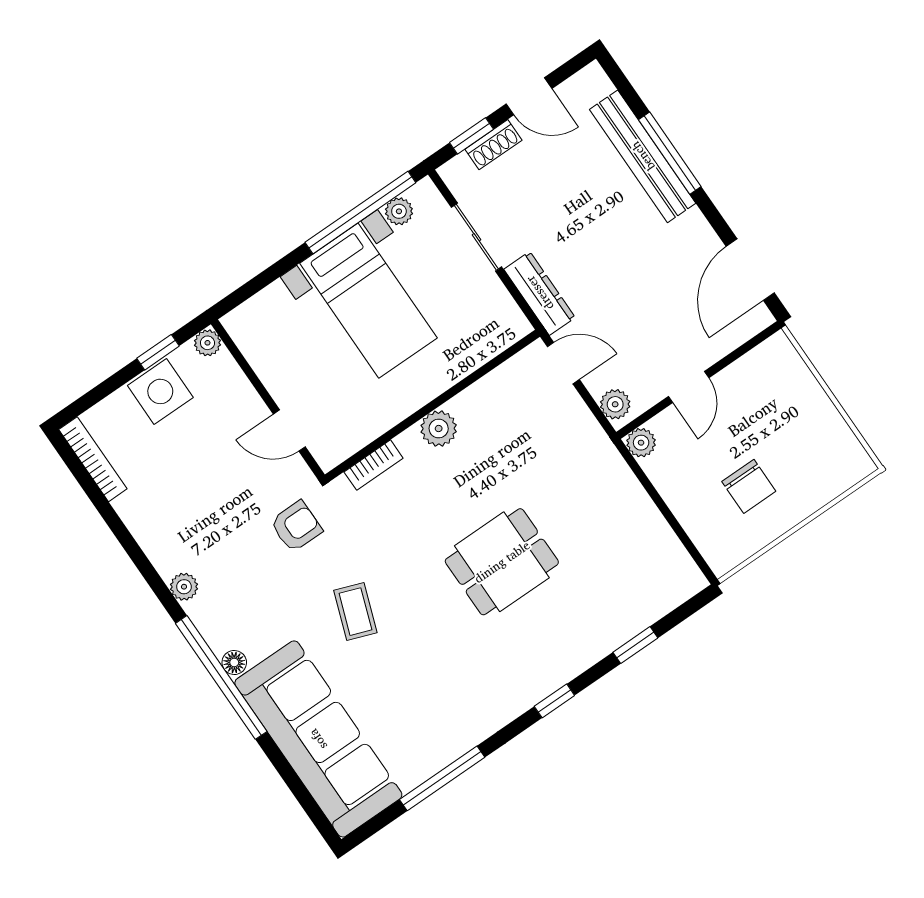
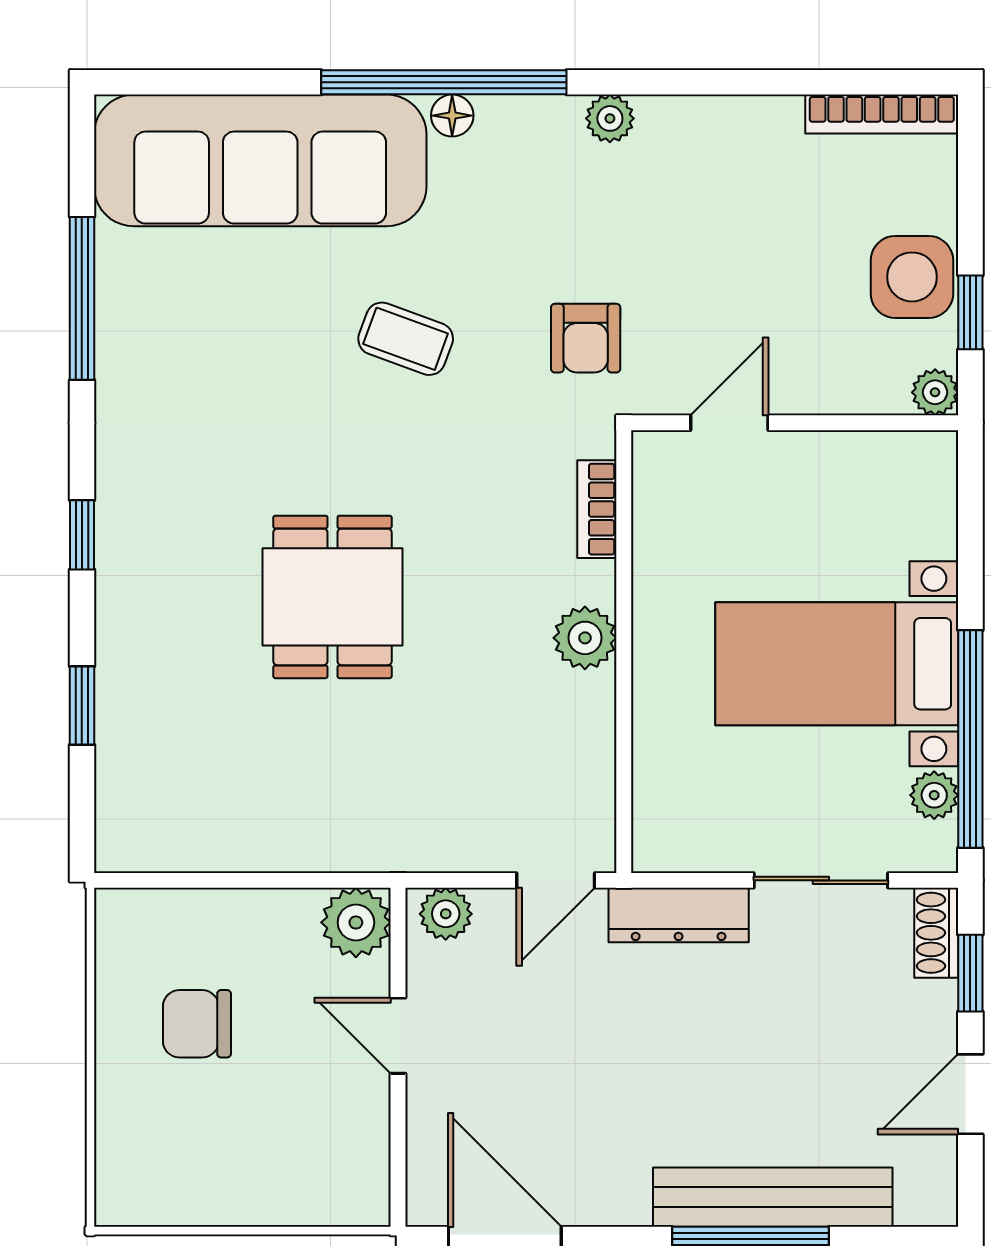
shoe rack: (493, 145) -> (936, 933), moved
plant: (641, 443) -> (356, 922), width x1.38, depth x1.38

